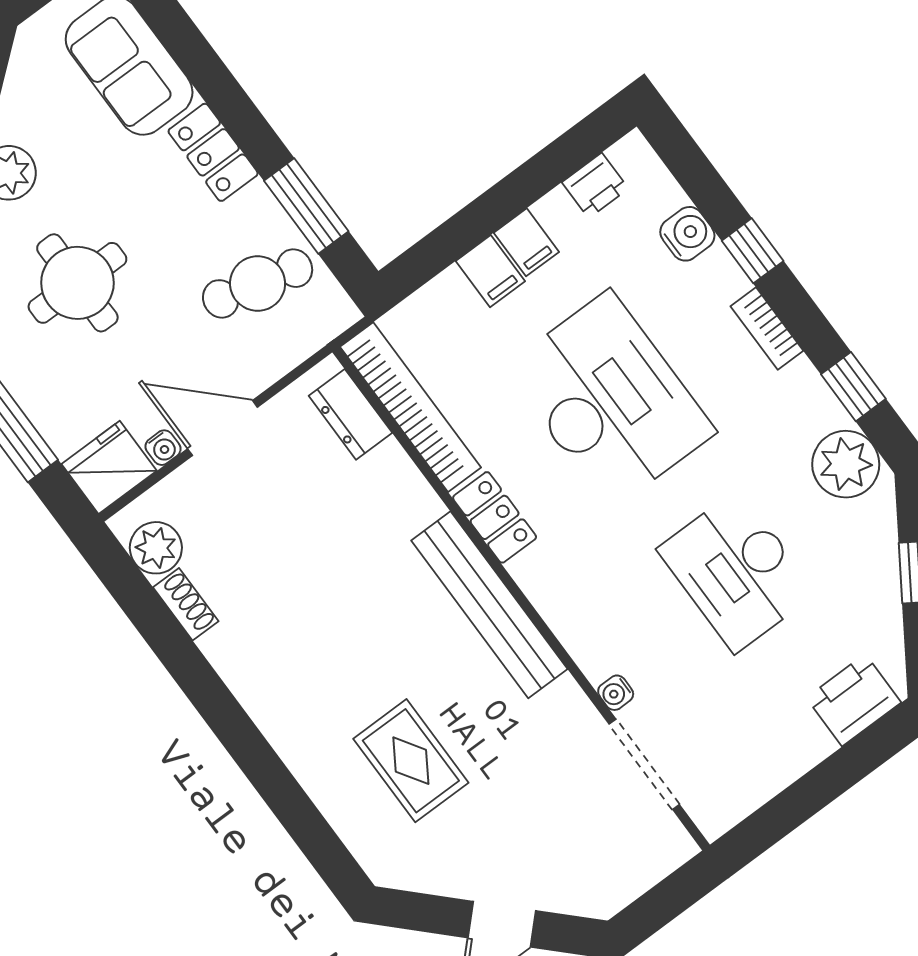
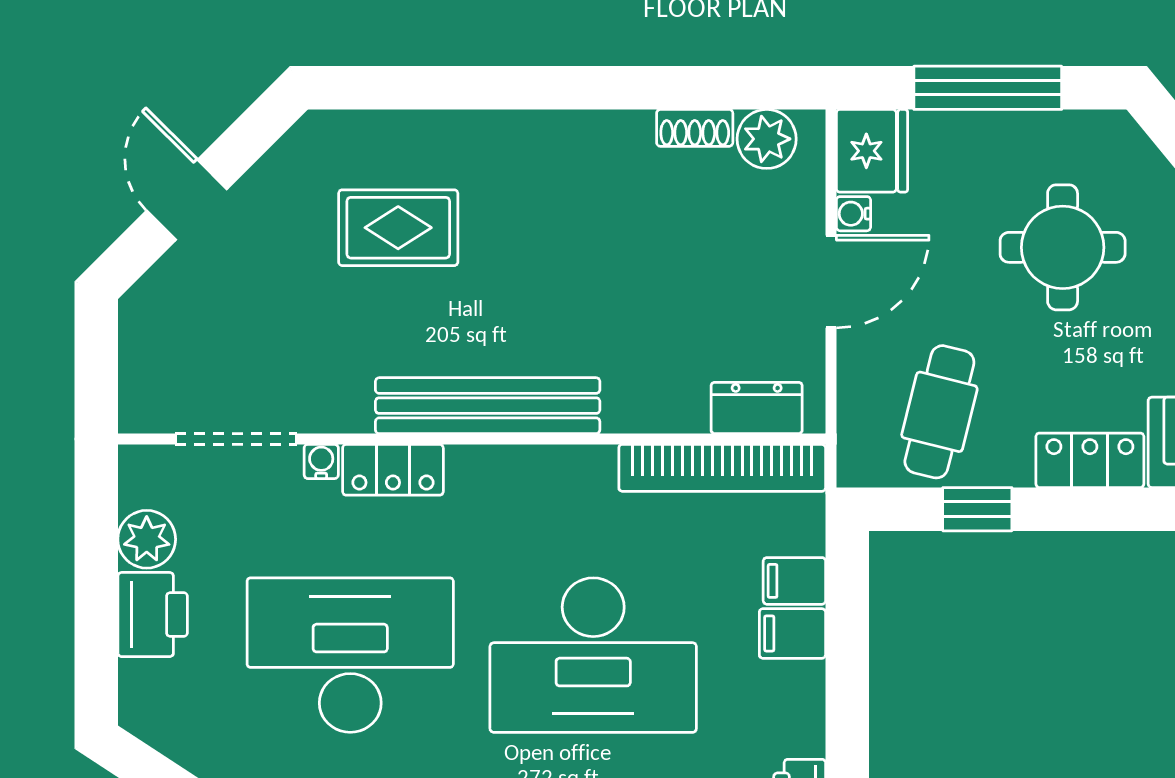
window: (306, 206) -> (977, 509), width x0.67
filing cabinet: (526, 242) -> (794, 581), moved
locker: (495, 517) -> (393, 470), moved
desk: (737, 571) -> (350, 655), width x1.36, depth x1.30
printer: (854, 700) -> (153, 615), moved
plant: (762, 775) -> (147, 539), added

